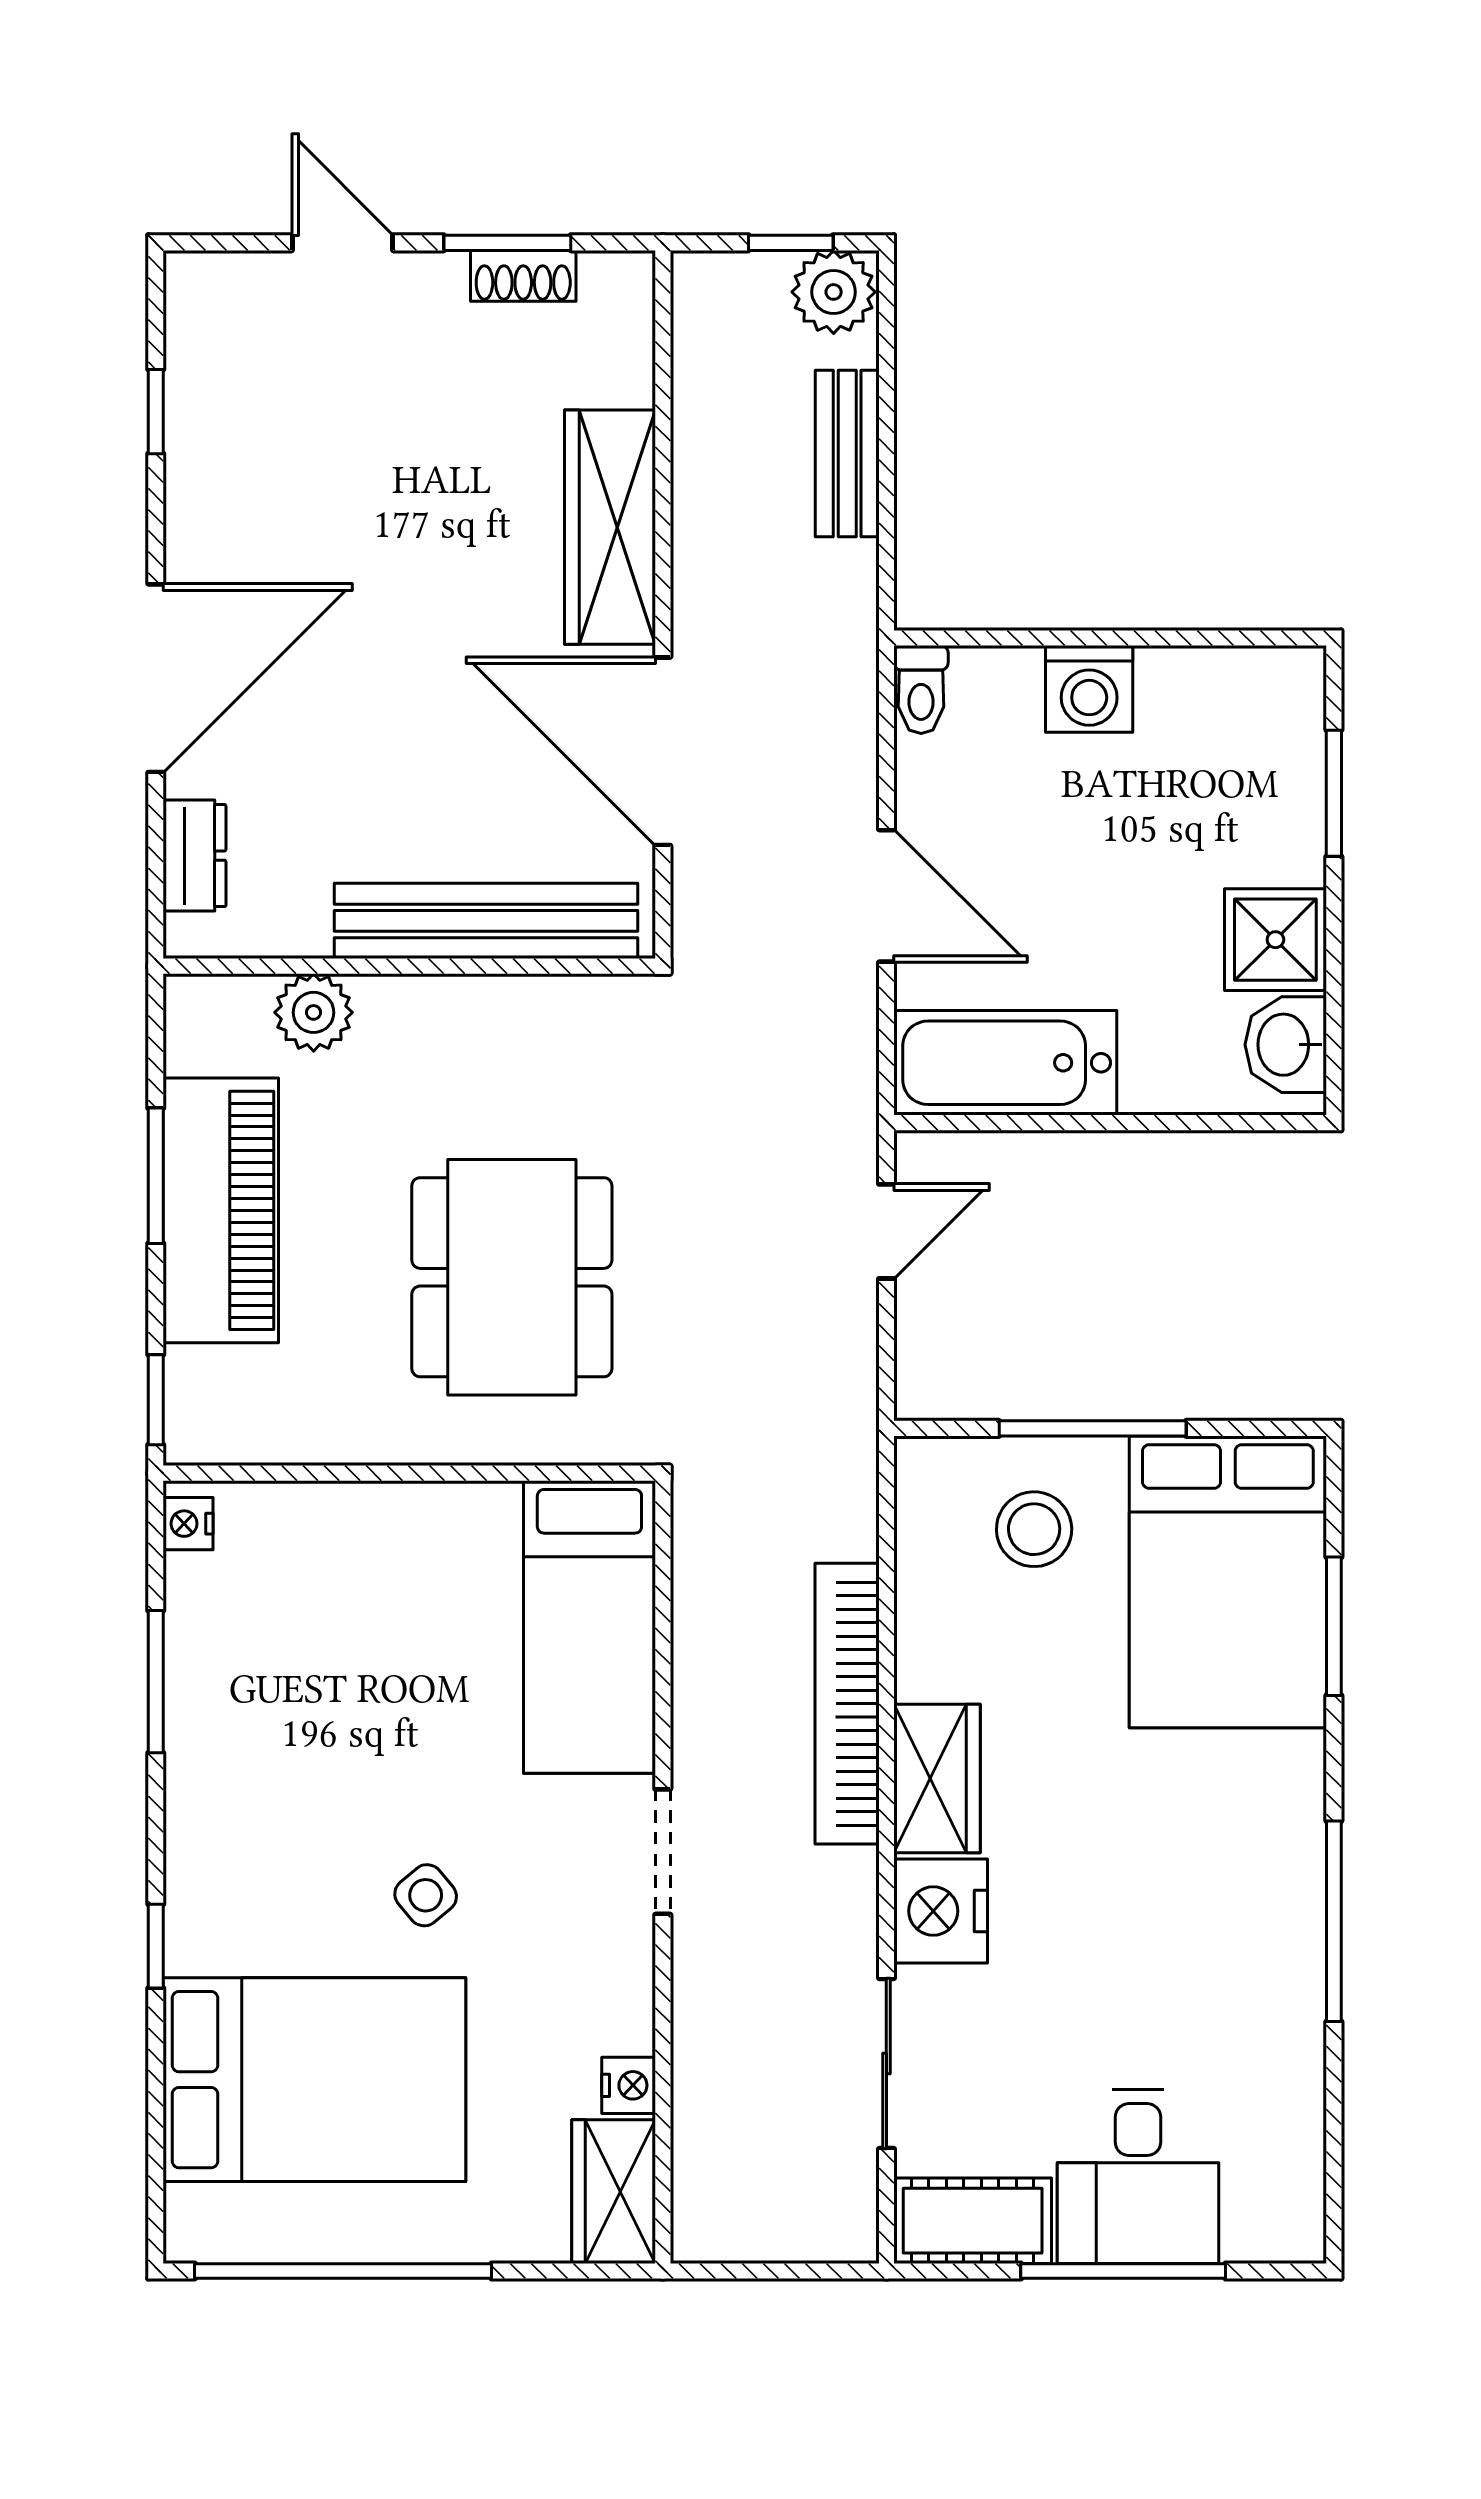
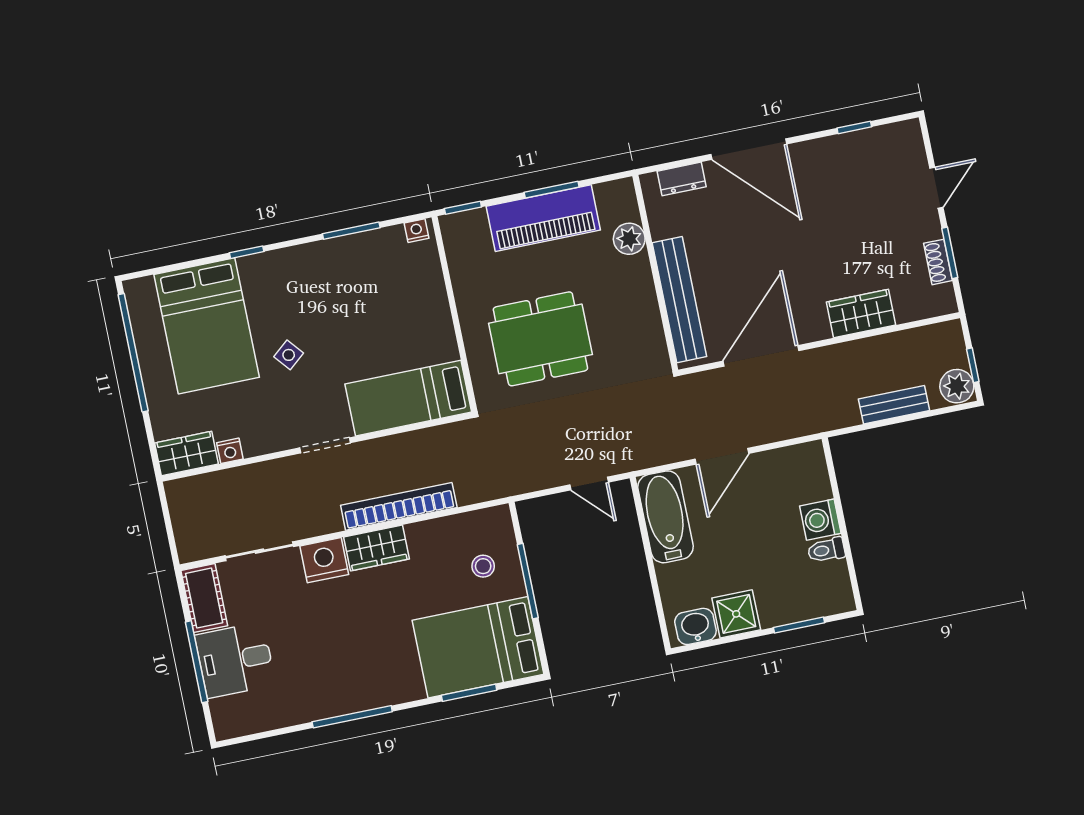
wardrobe: (610, 527) -> (861, 314), width x0.67
toilet: (921, 690) -> (826, 550), moved
stool: (1034, 1529) -> (483, 566), width x0.73, depth x0.73

